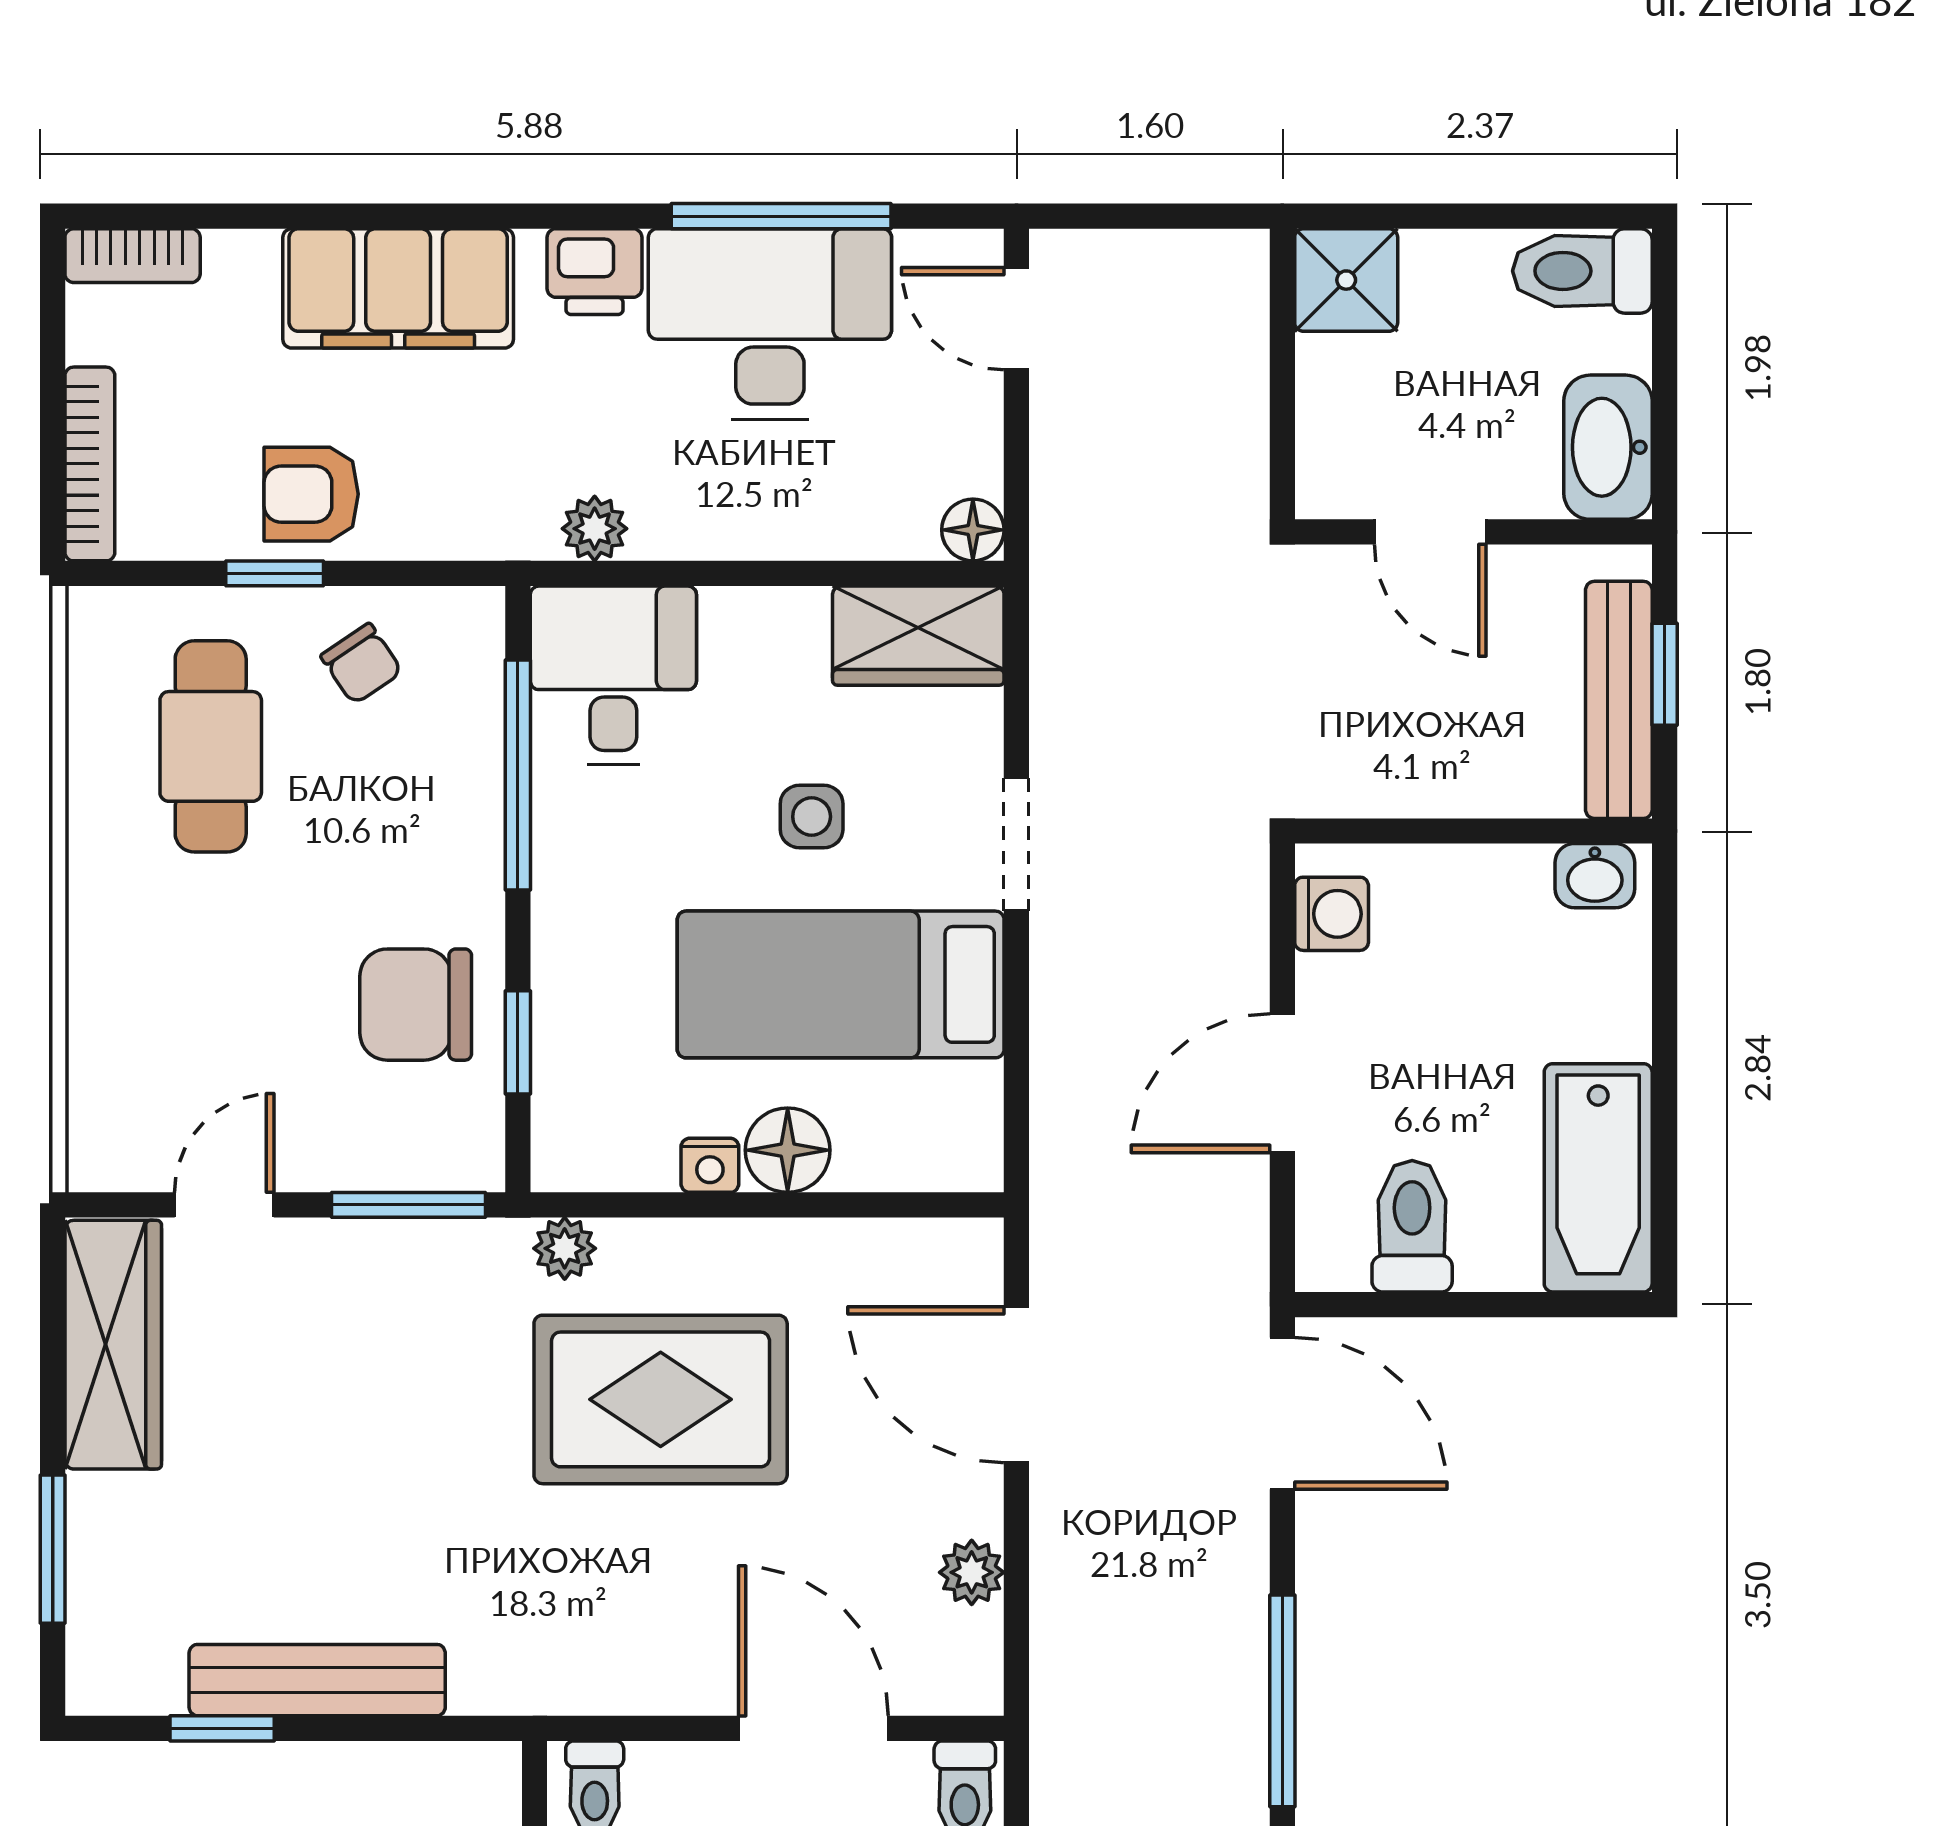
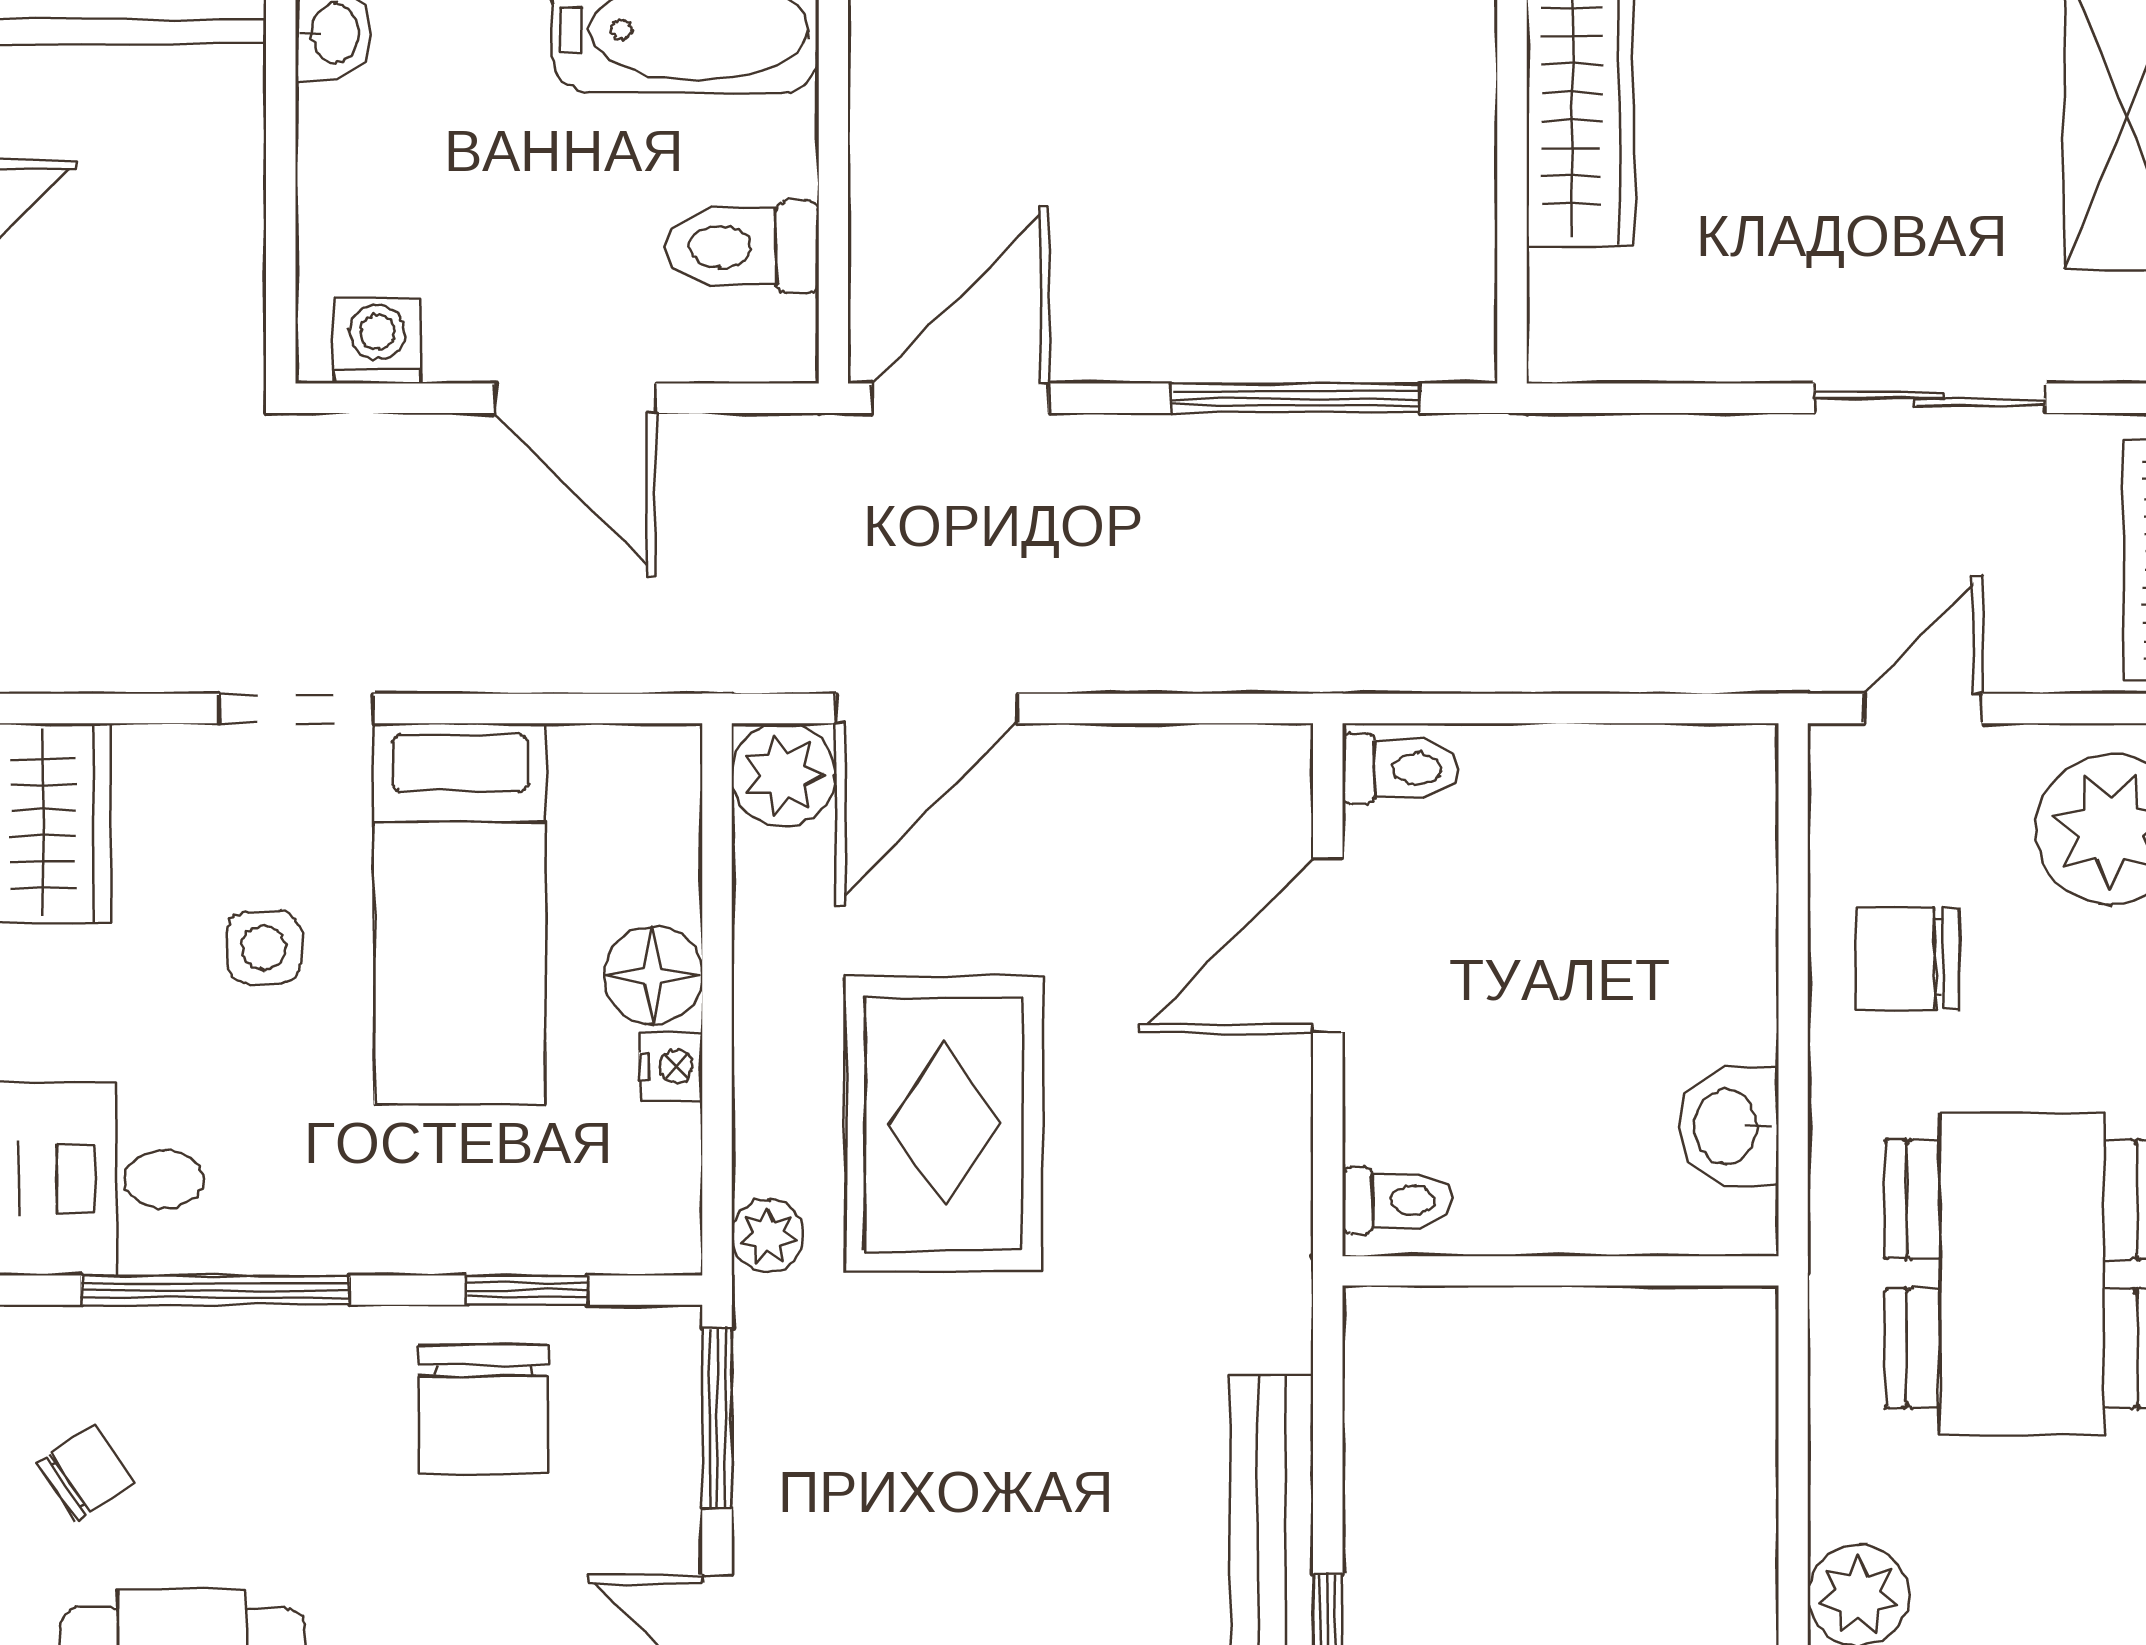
plant: (972, 1572) -> (783, 775), moved, width x1.38, depth x1.38

